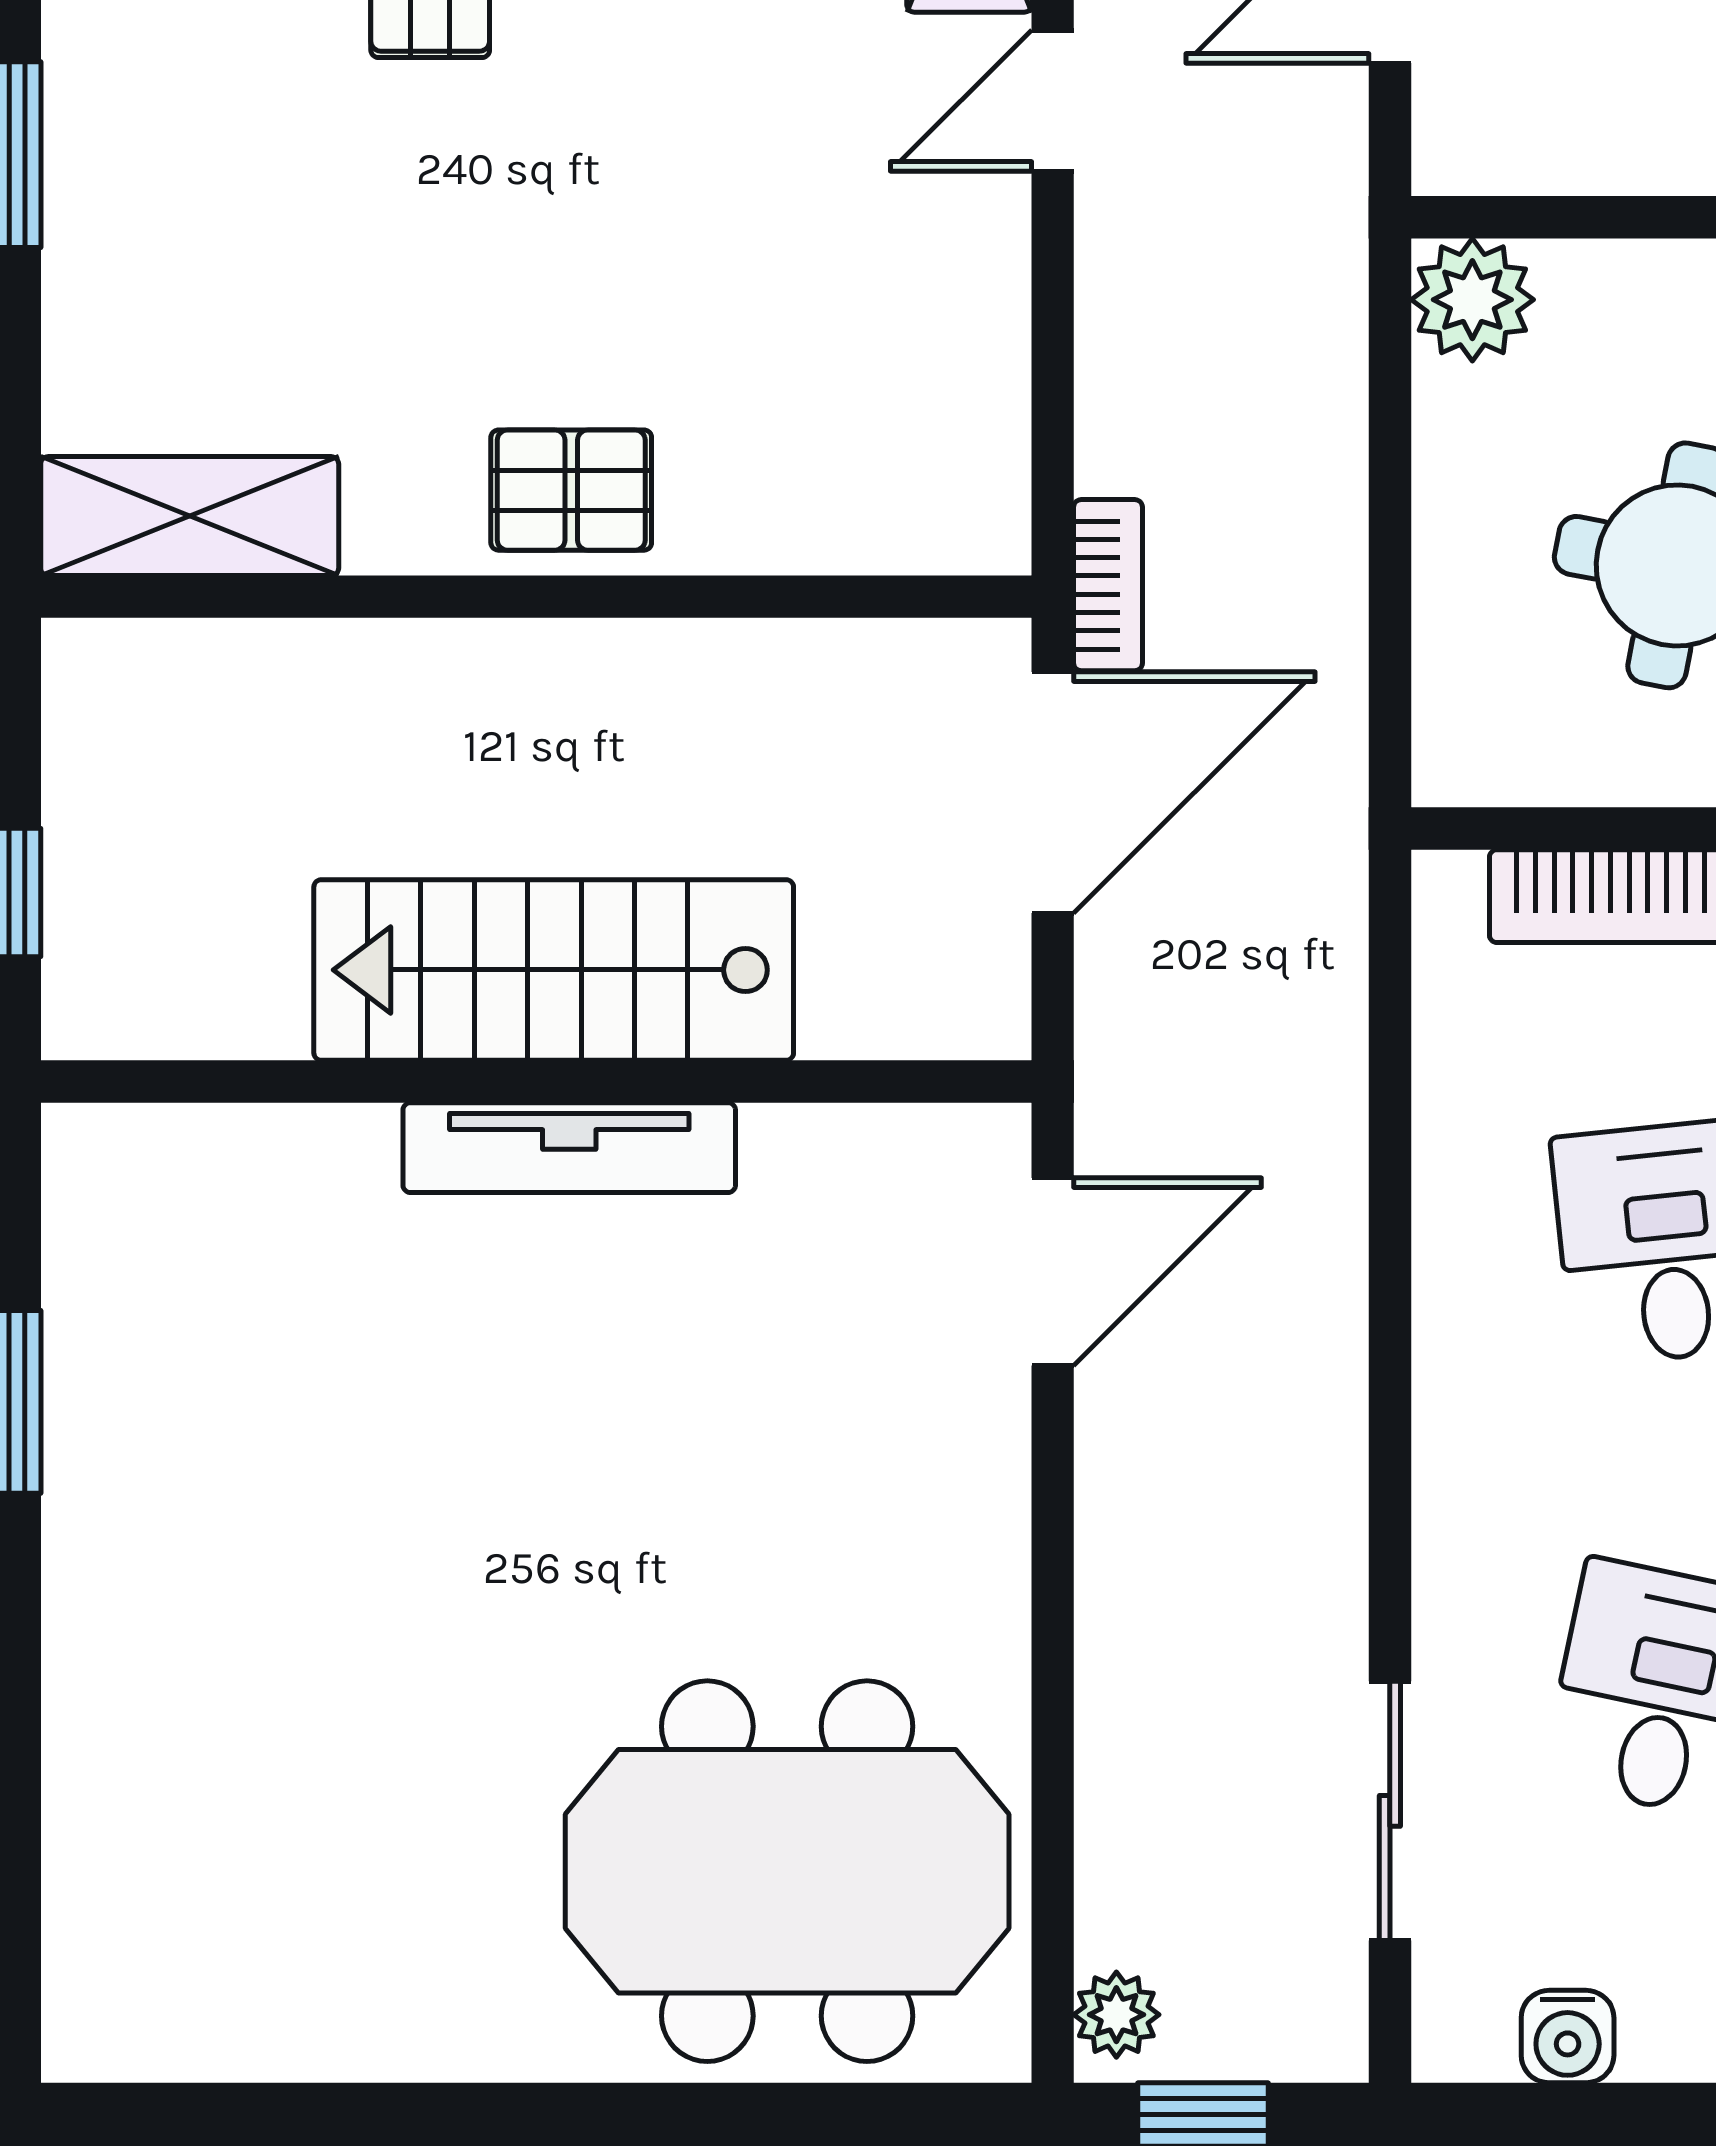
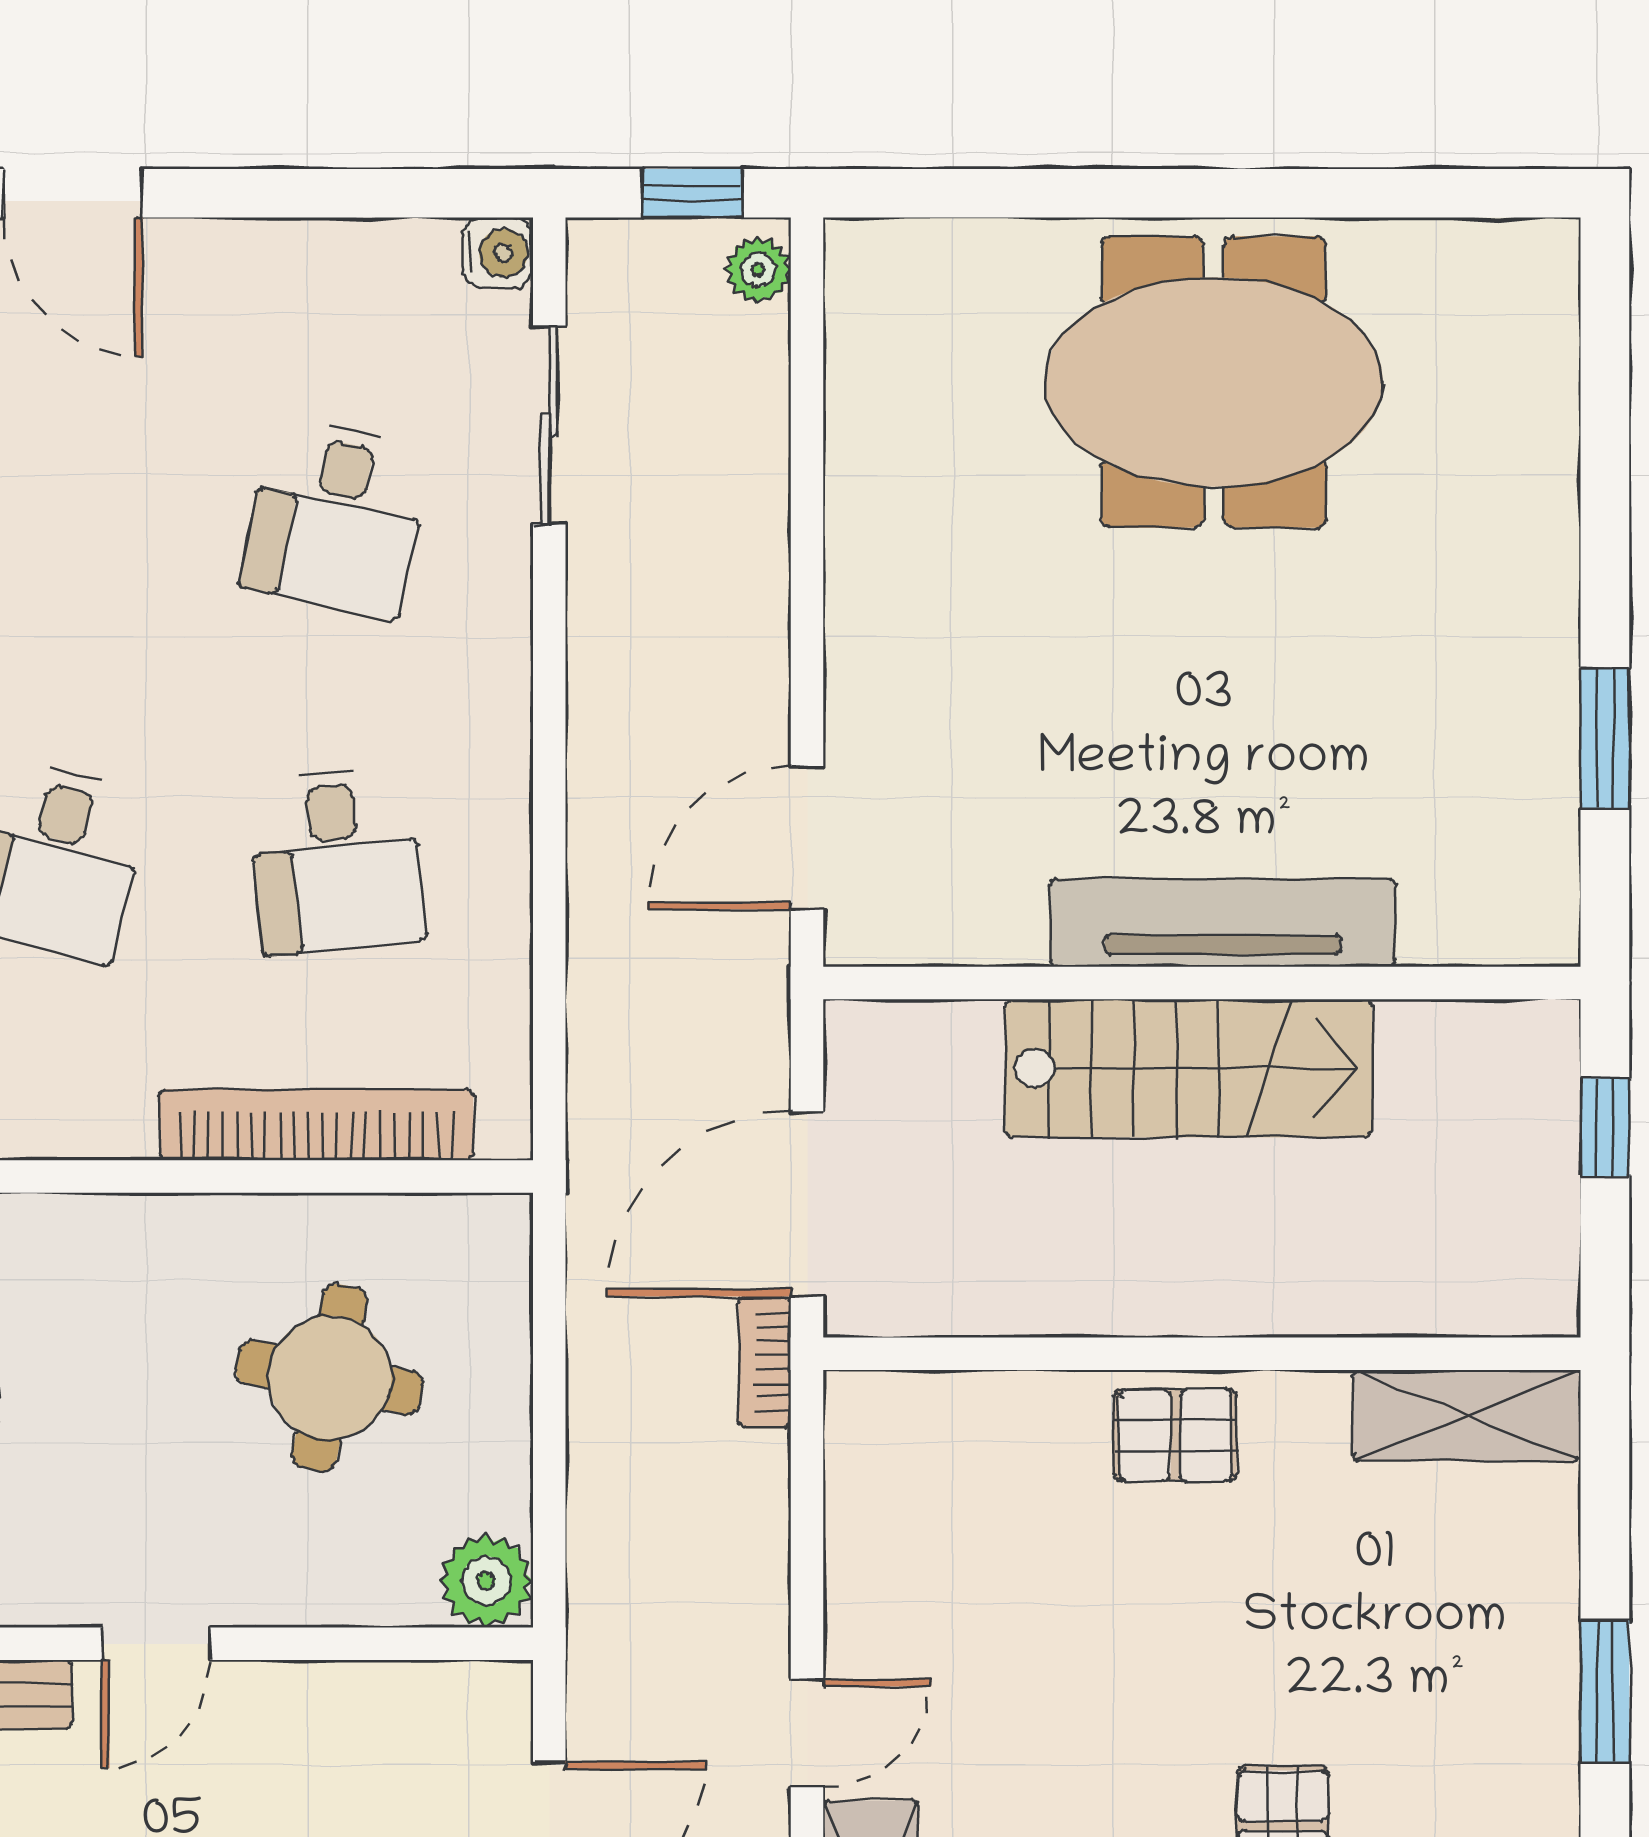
tv unit: (569, 1148) -> (1223, 923), width x1.36, depth x1.29
meeting table: (787, 1871) -> (1214, 382), moved
water cooler: (1568, 2037) -> (498, 253), moved, turned 90

